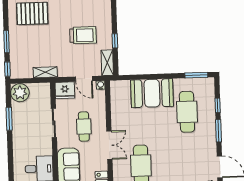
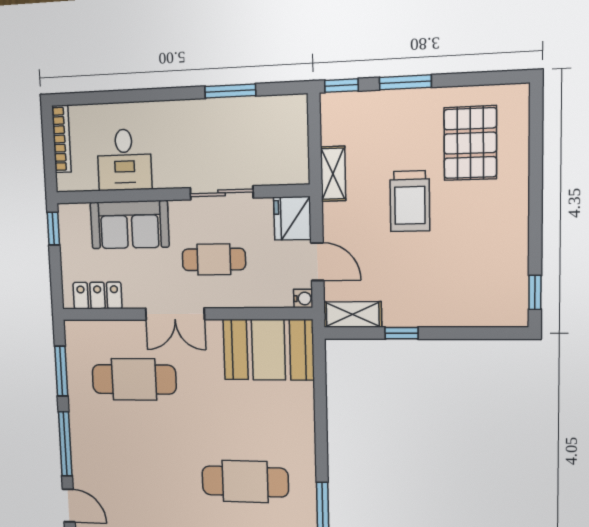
trolley: (83, 35) -> (410, 201), moved
door: (84, 79) -> (317, 262), swing flipped
plant: (20, 93) -> (288, 115), removed
booth: (152, 93) -> (268, 350), moved, turned 90

